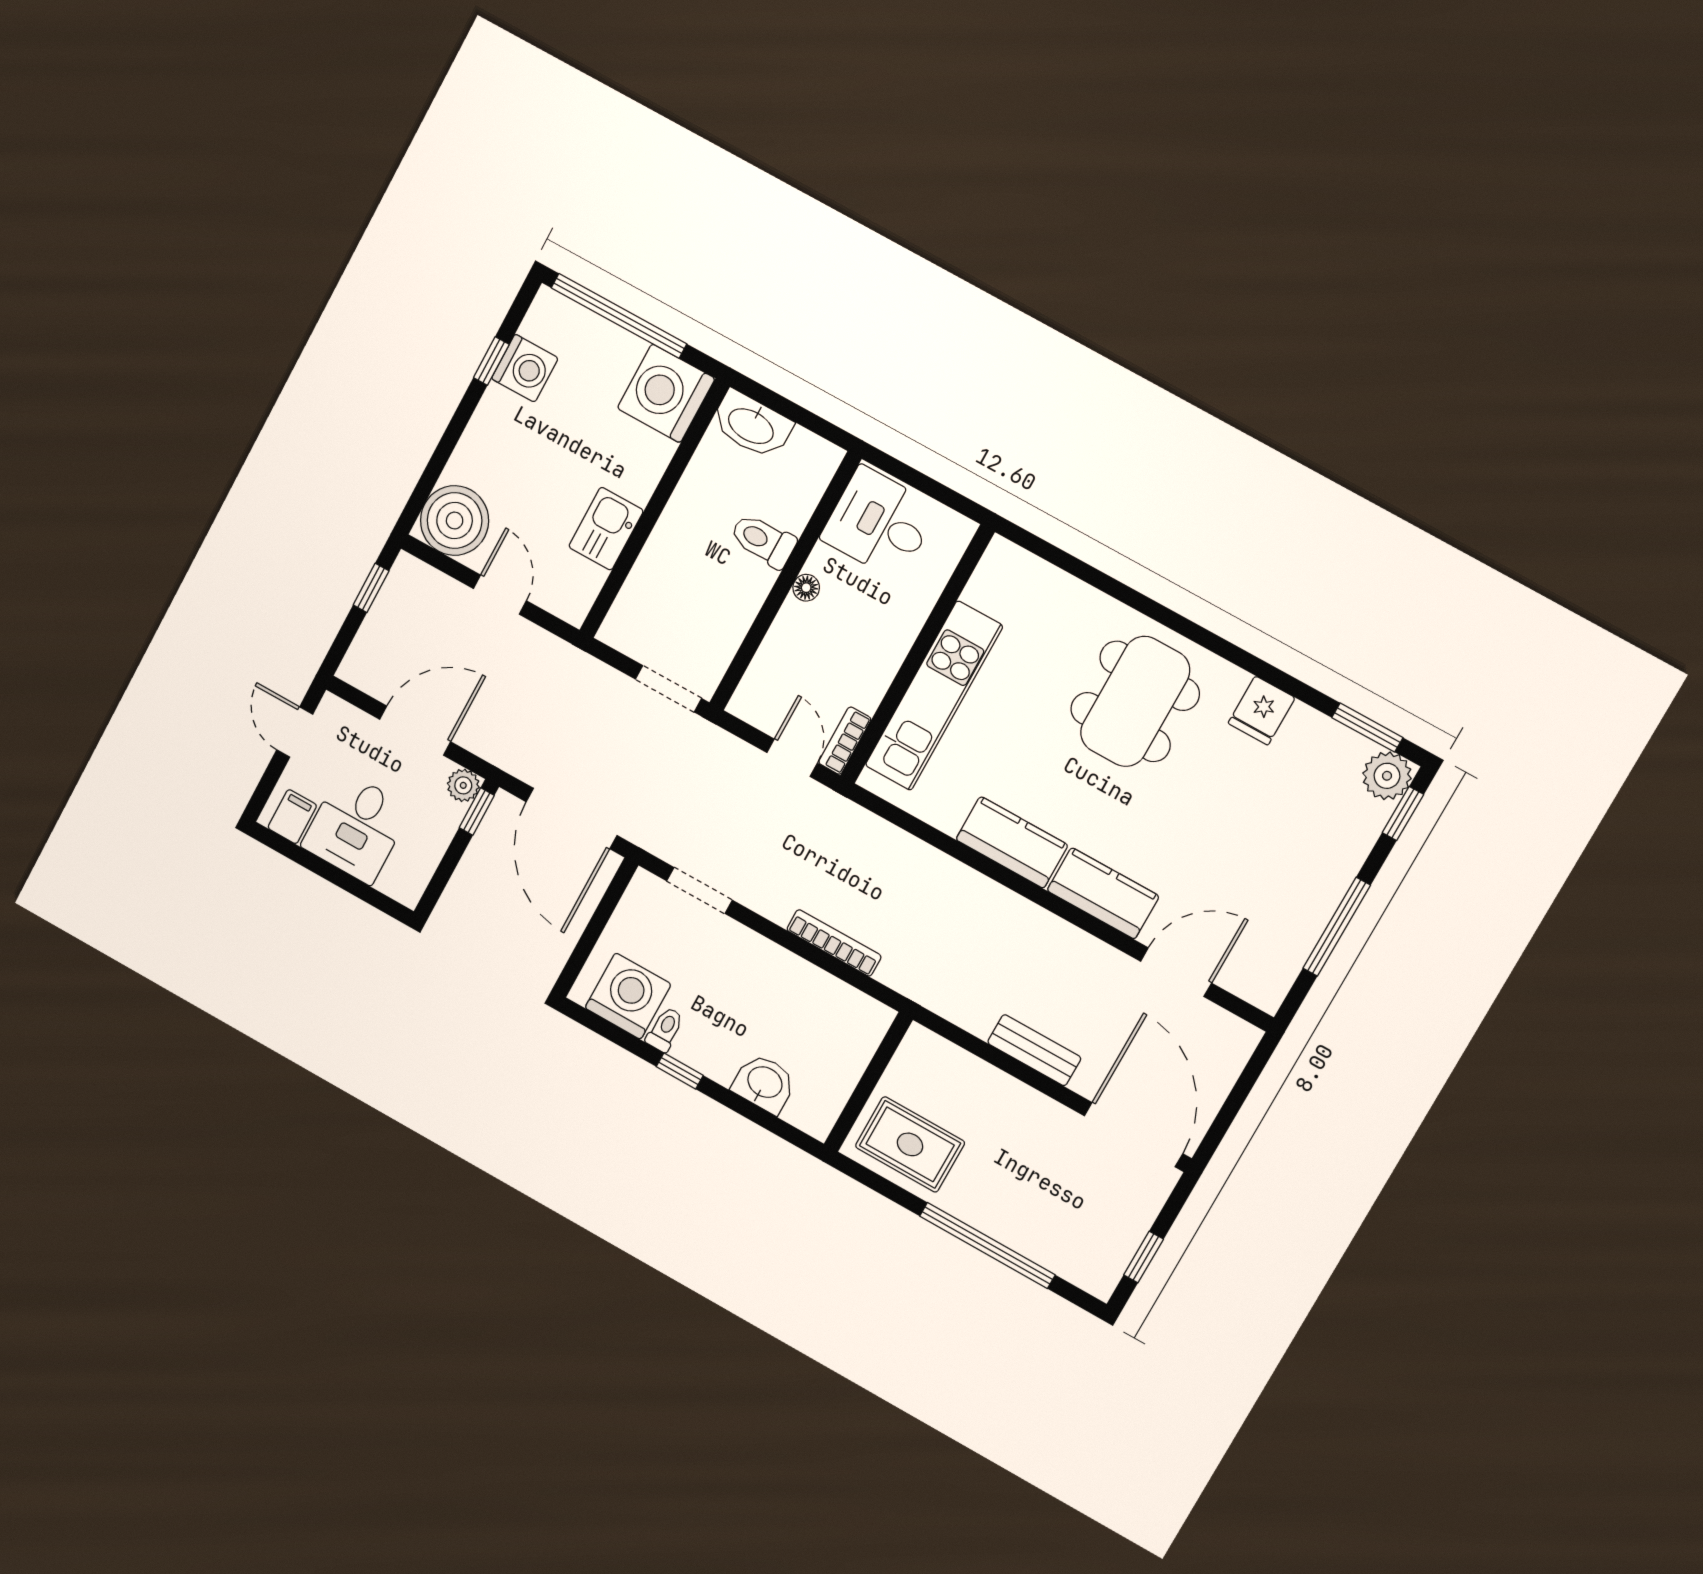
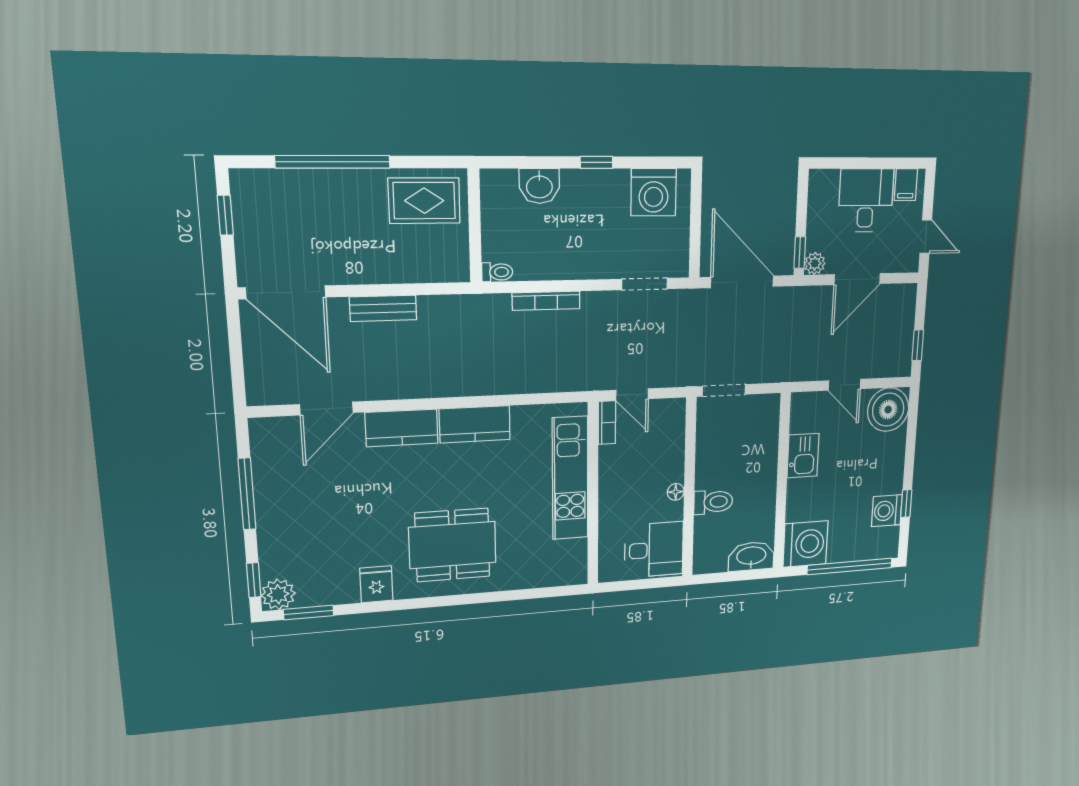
dining table: (1135, 701) -> (453, 545), turned 90
toilet: (665, 1029) -> (497, 272), moved, turned -90

